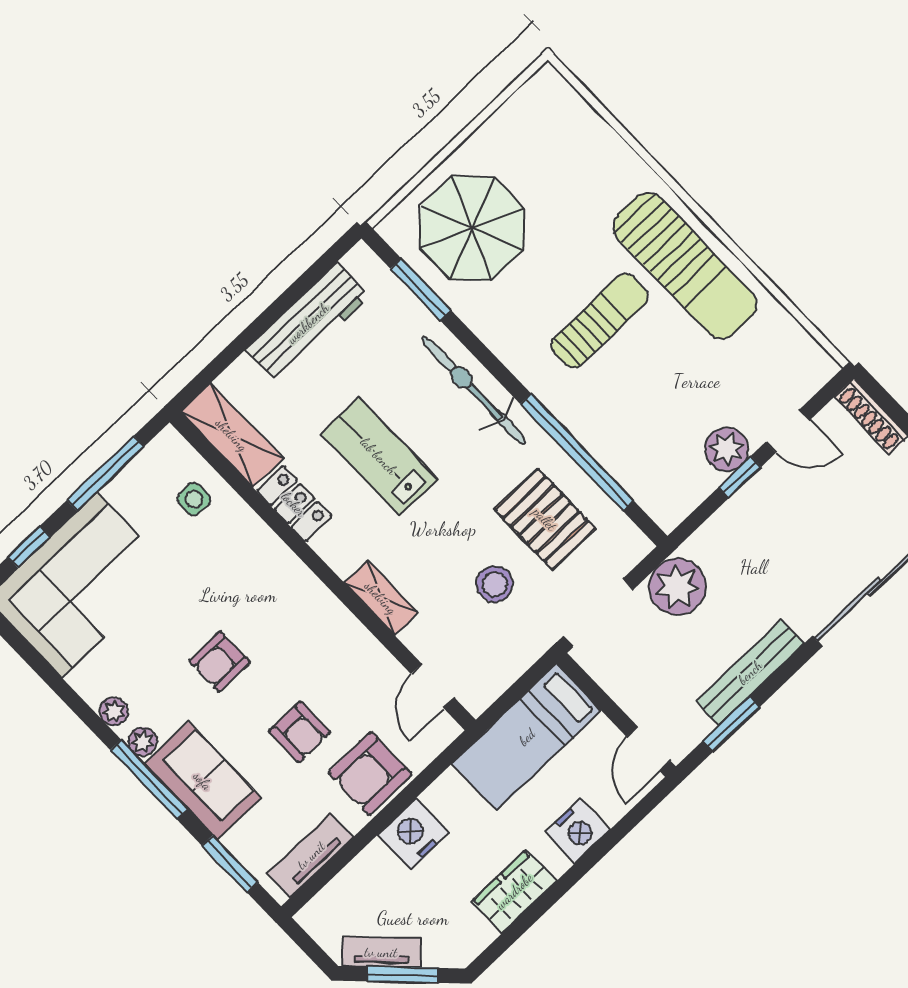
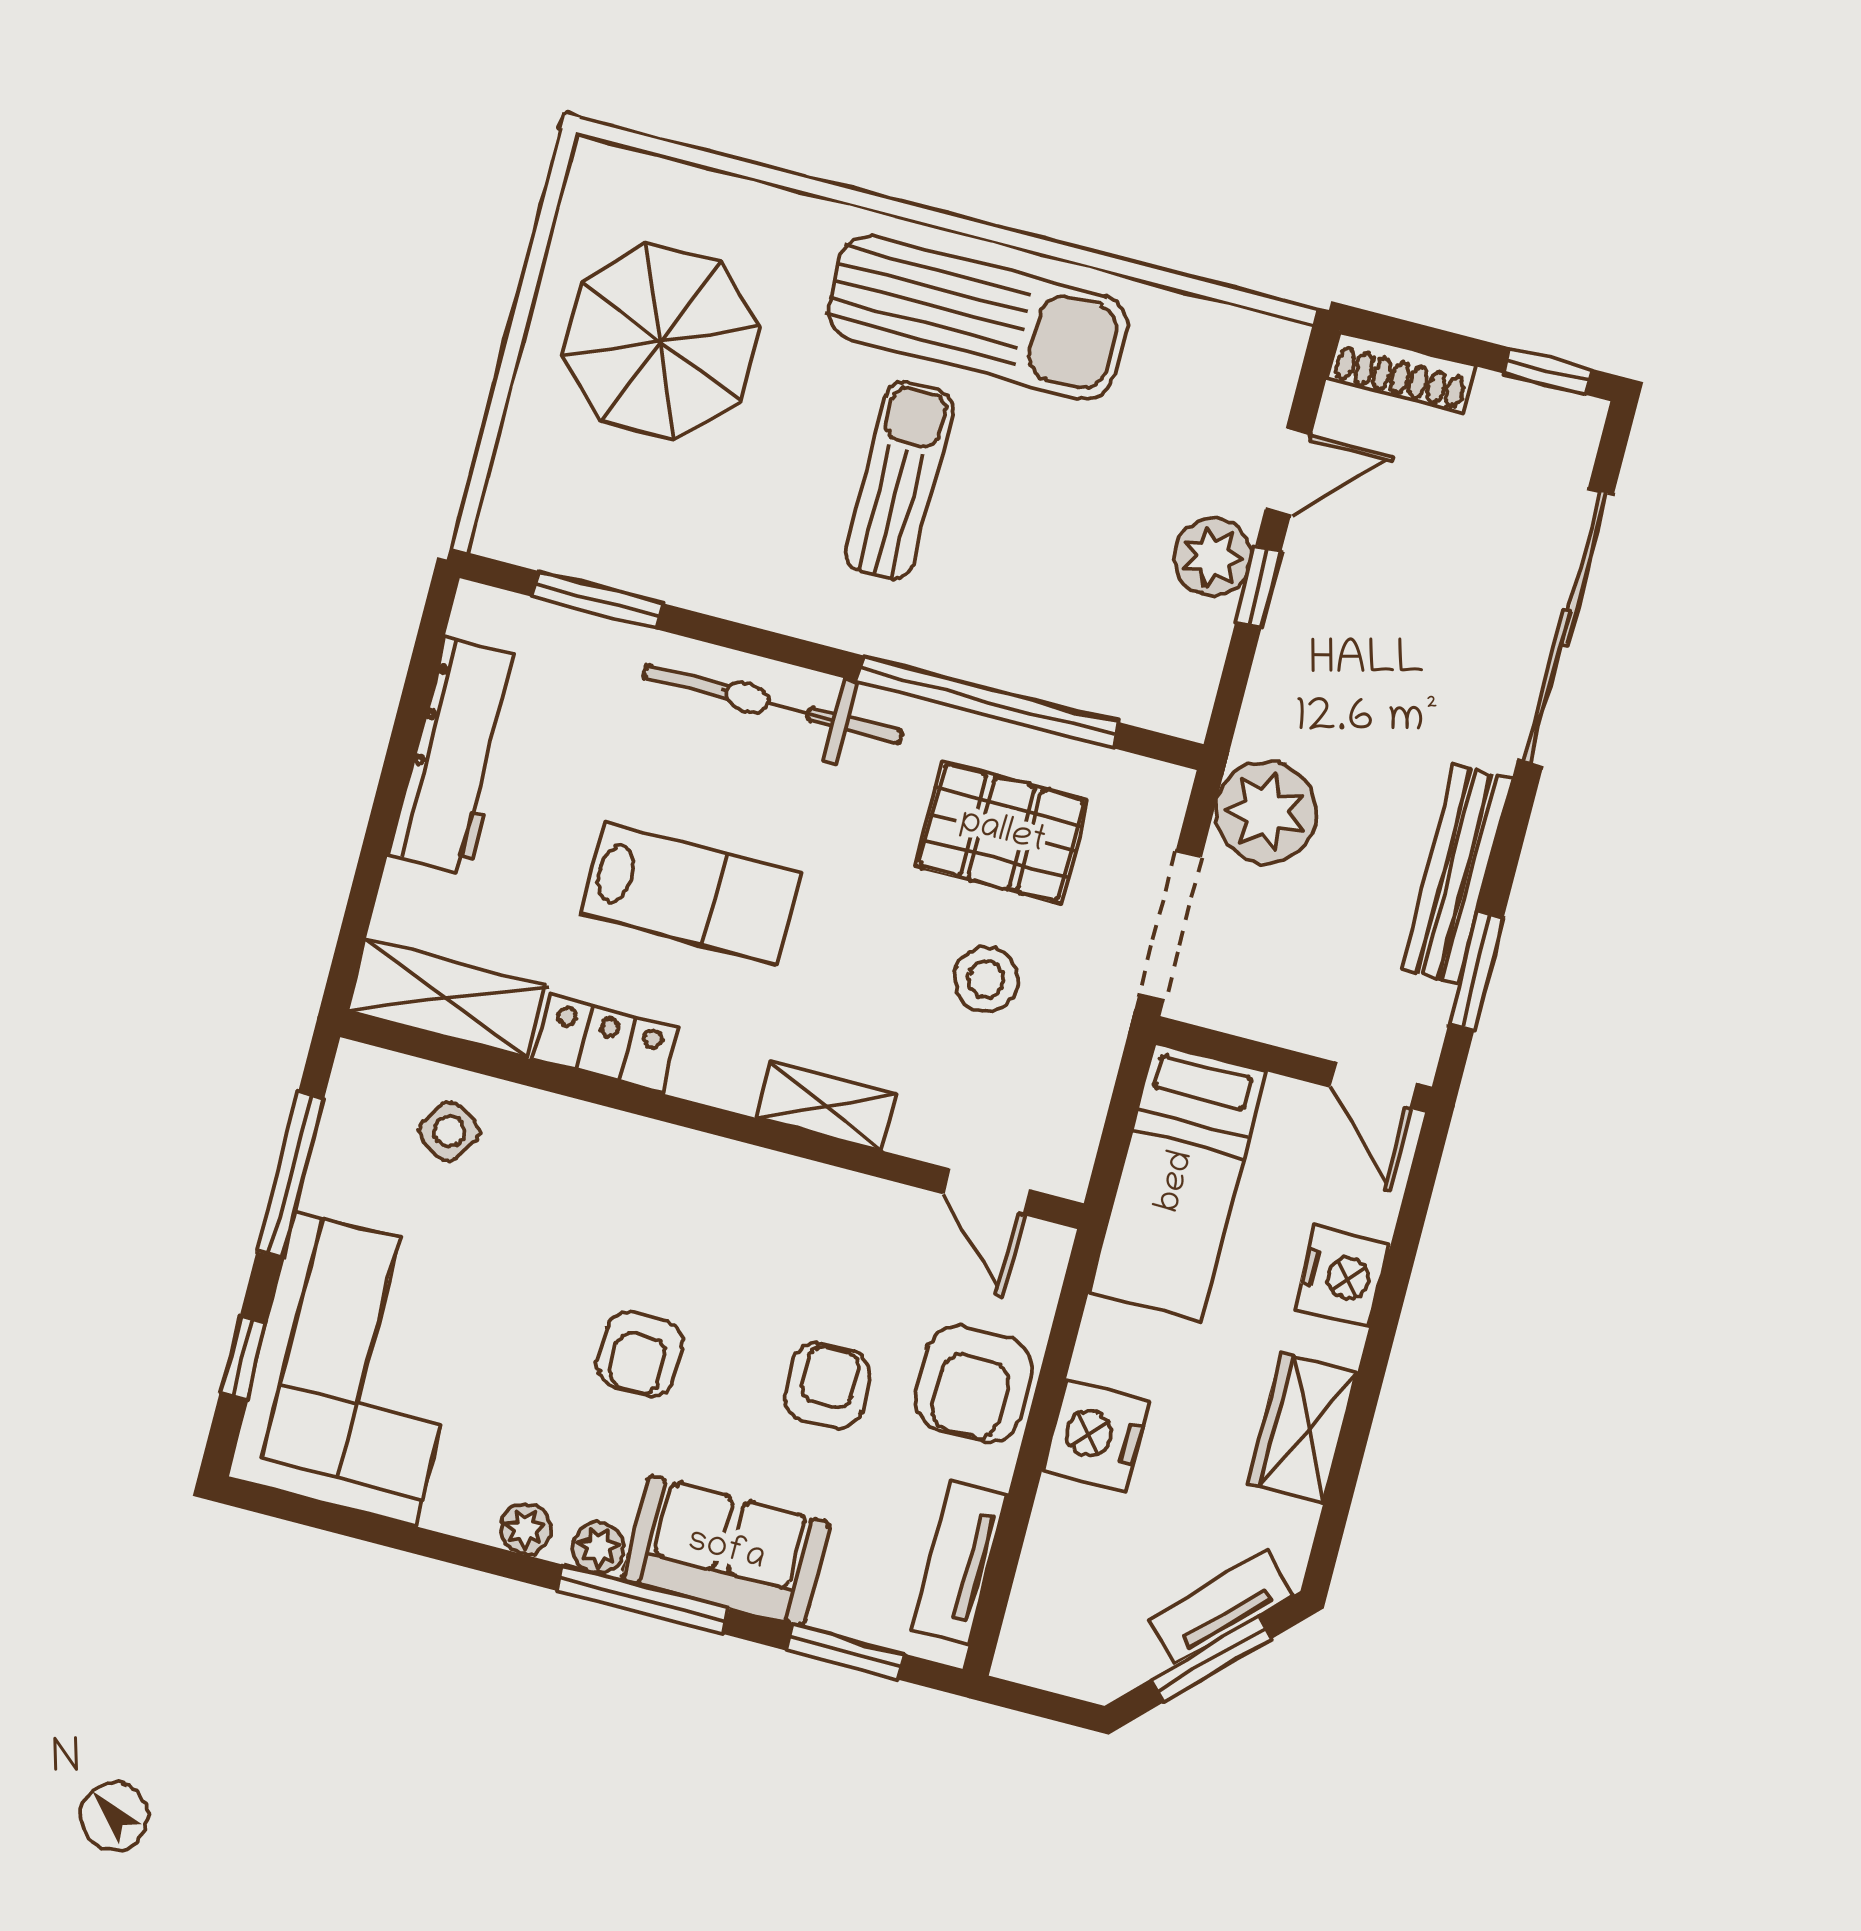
parasol: (472, 228) -> (660, 341), moved
lab bench: (379, 456) -> (691, 893), turned 180
side table: (194, 499) -> (449, 1131), turned 31
armchair: (300, 732) -> (827, 1386), turned -90
tv unit: (381, 952) -> (1221, 1607), moved

